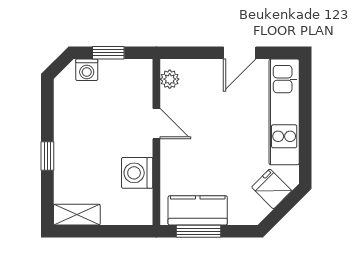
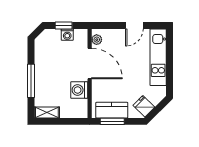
washing machine: (87, 70) -> (67, 35), moved
door: (156, 124) -> (90, 64), width x1.88
window: (47, 156) -> (31, 81), width x2.17
fridge: (272, 189) -> (144, 106), moved

